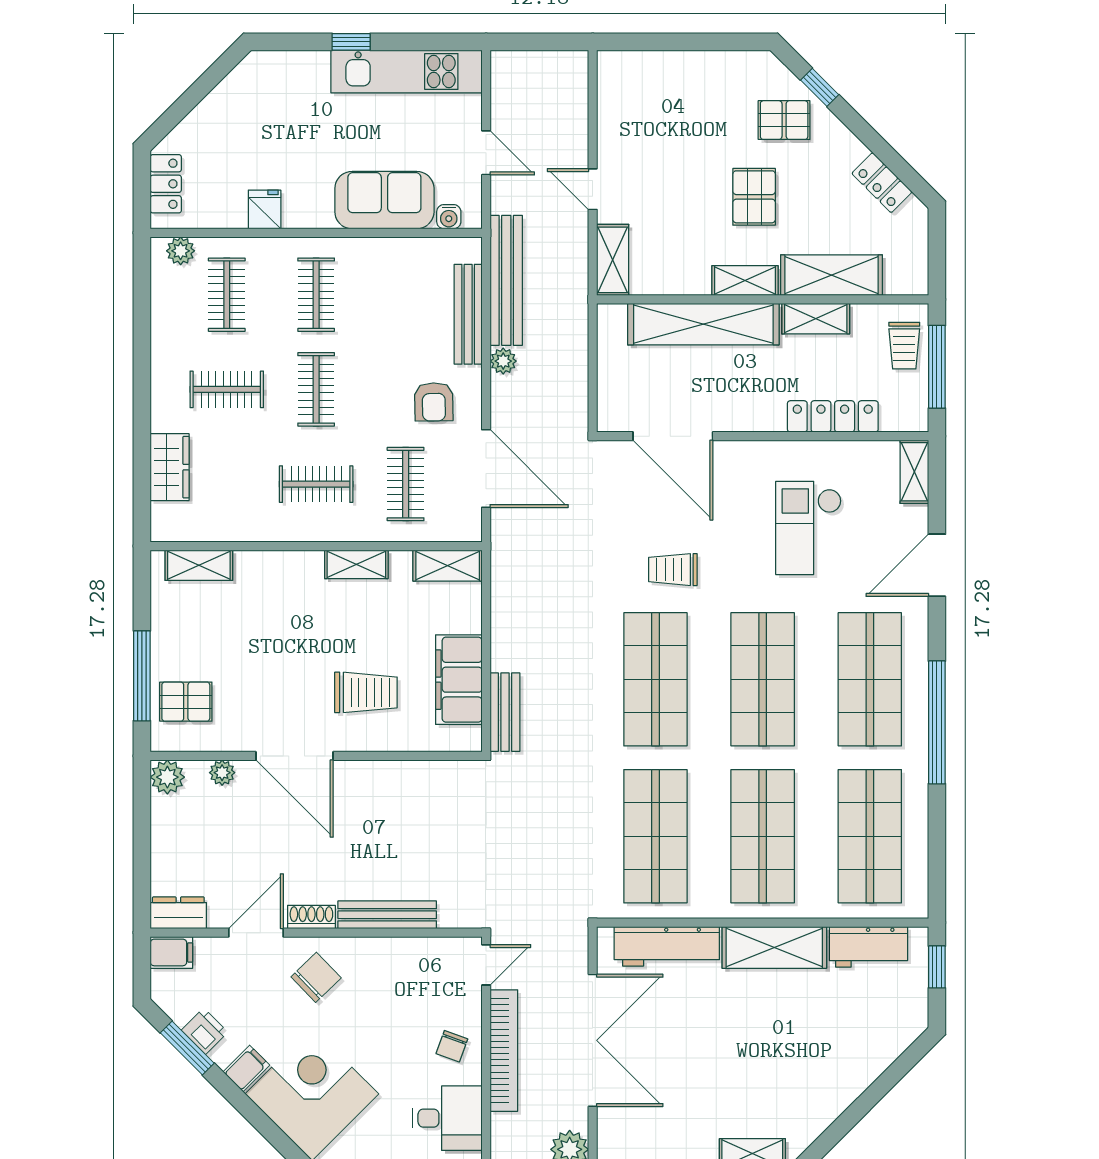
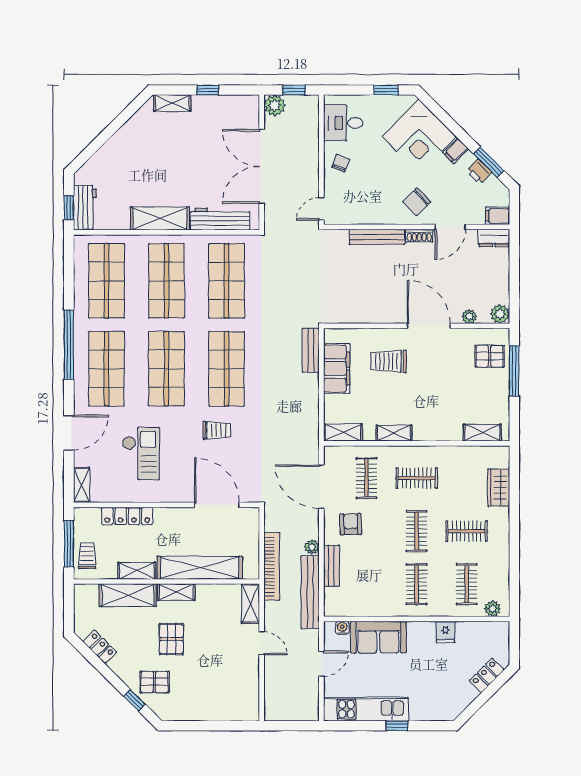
door: (486, 153) -> (321, 664), swing flipped
locker: (166, 184) -> (487, 675), moved, turned 45
bench: (468, 314) -> (331, 566), width x0.73
workbench: (868, 947) -> (85, 207), moved, turned 90
bookcase: (504, 1051) -> (272, 566), moved, turned 180

